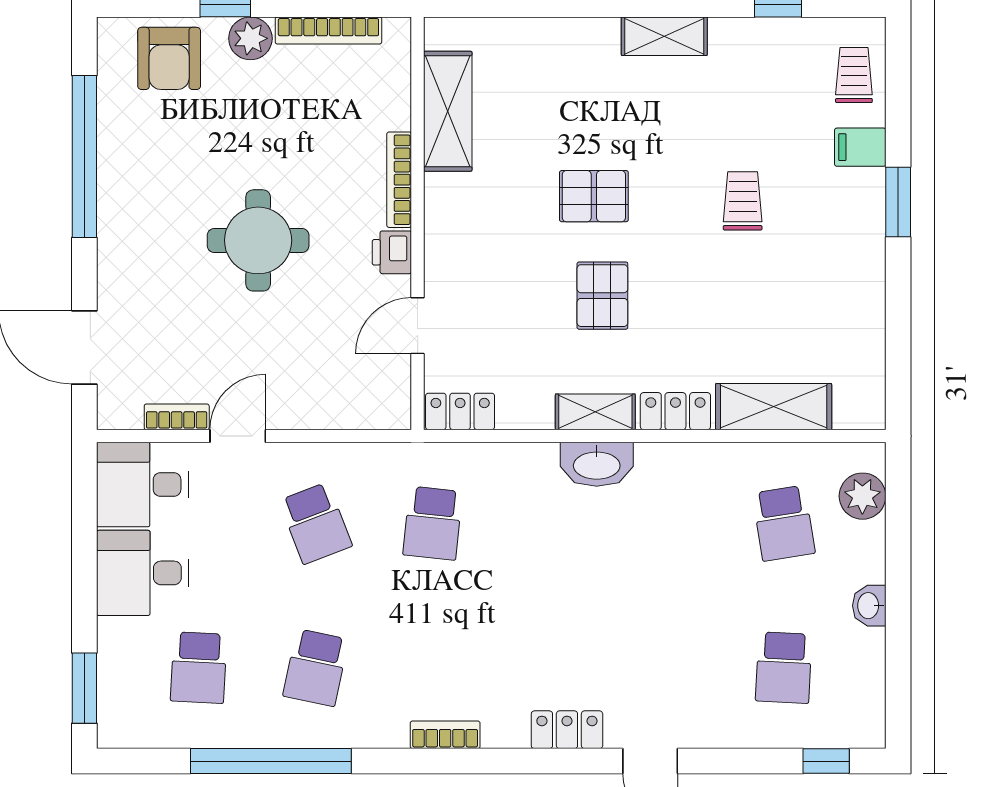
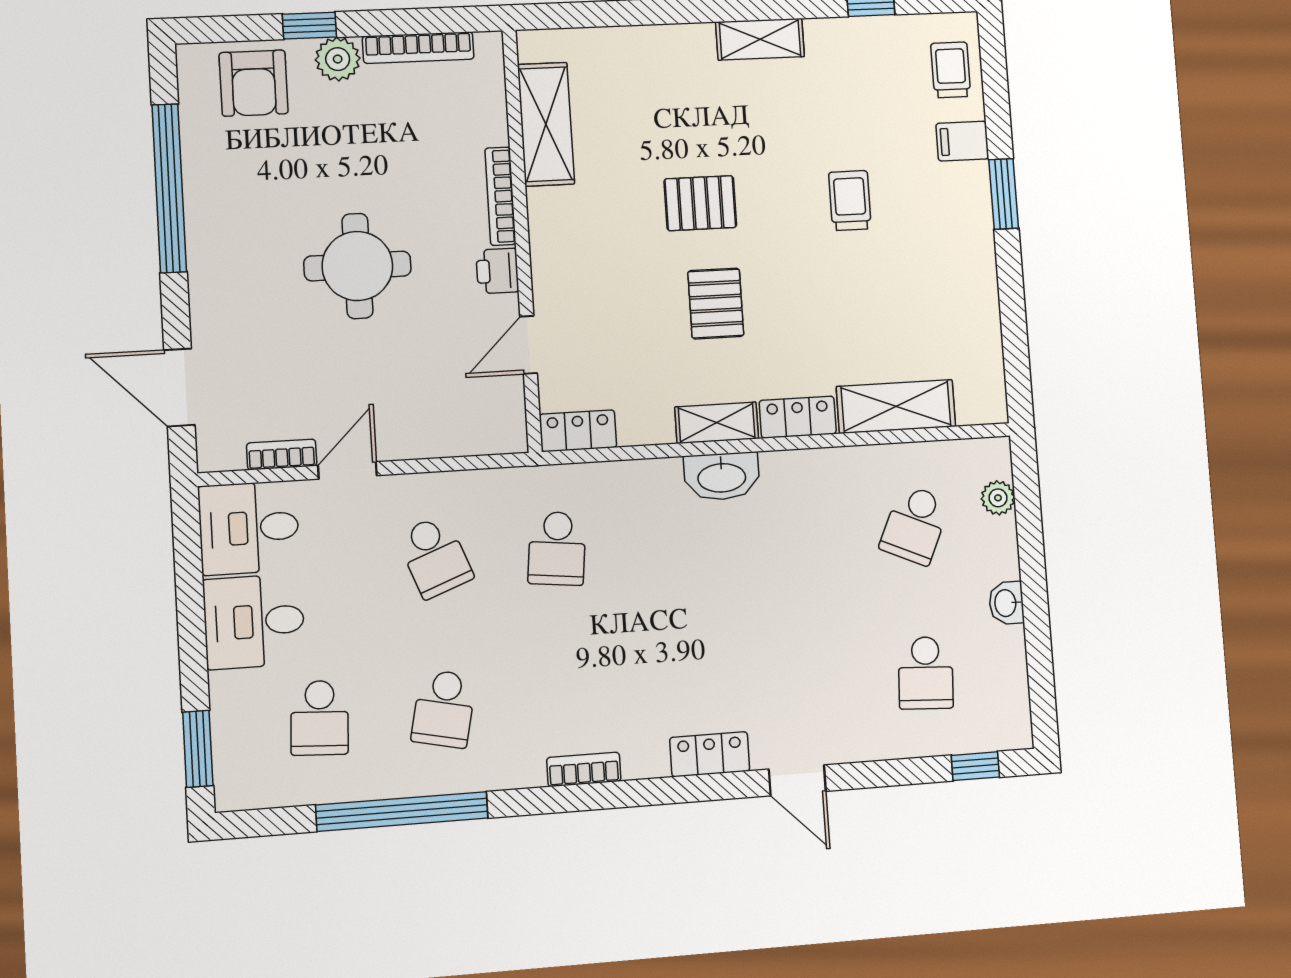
plant: (862, 496) -> (998, 498), width x0.73, depth x0.73
school desk: (784, 523) -> (915, 525), turned 33

